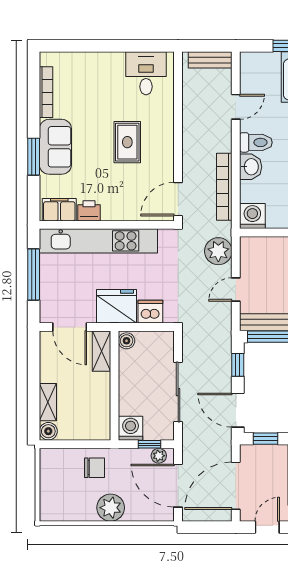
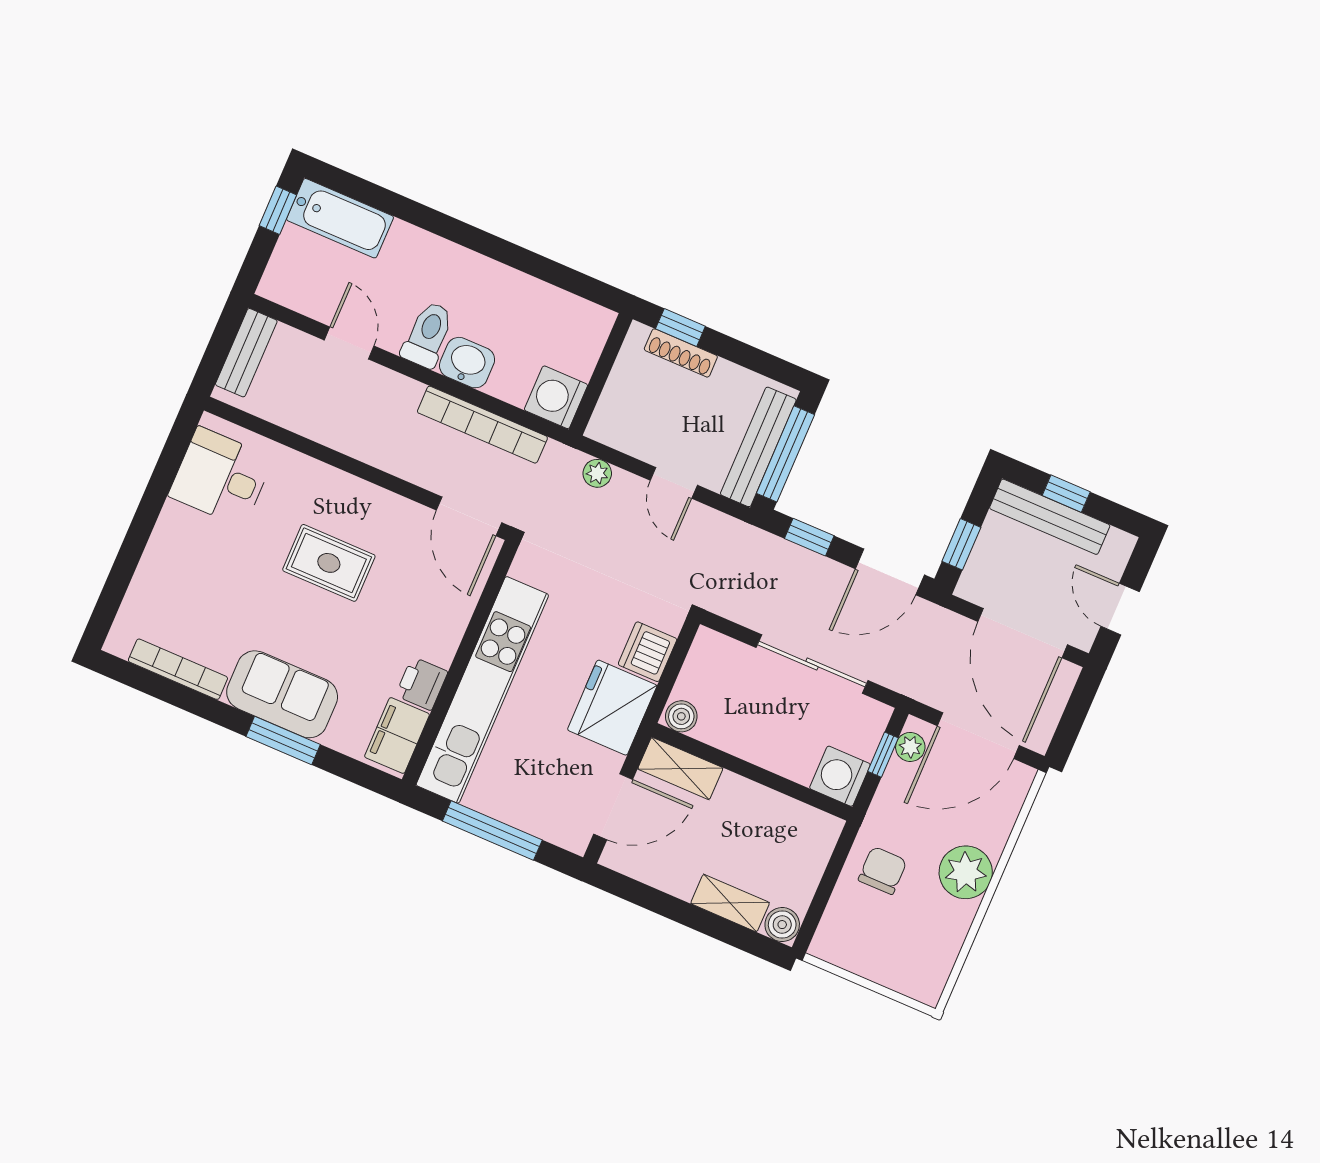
plant: (218, 251) -> (597, 473), width x0.53, depth x0.53

